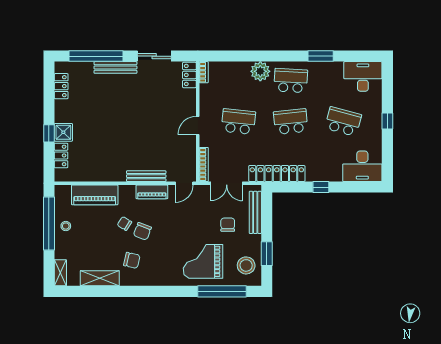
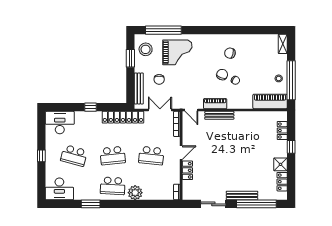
locker: (189, 75) -> (187, 170), moved
shower: (63, 132) -> (280, 164), moved
door: (184, 183) -> (191, 110), swing flipped
piano: (95, 195) -> (270, 101), moved
shelving: (100, 278) -> (254, 40), removed

